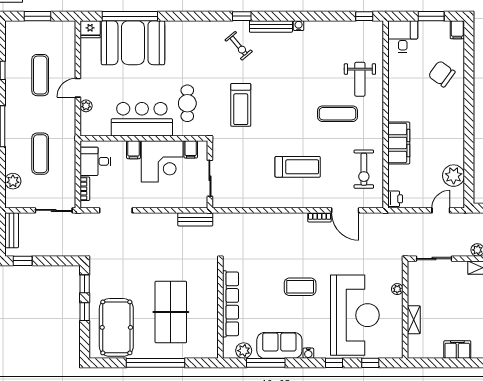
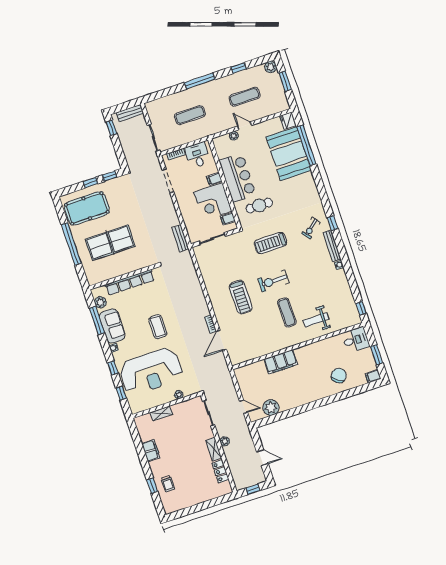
exercise bike: (364, 169) -> (273, 281), moved
plant: (13, 181) -> (271, 67), moved
printer: (395, 199) -> (241, 372), removed

